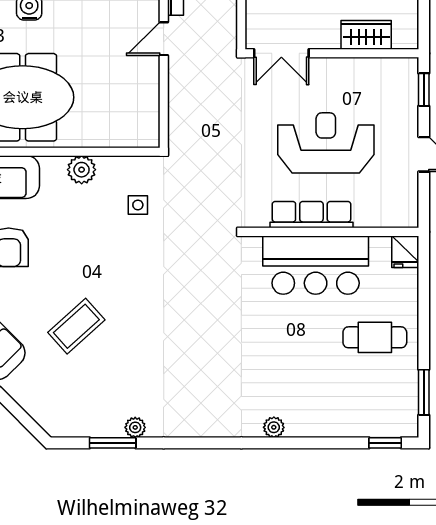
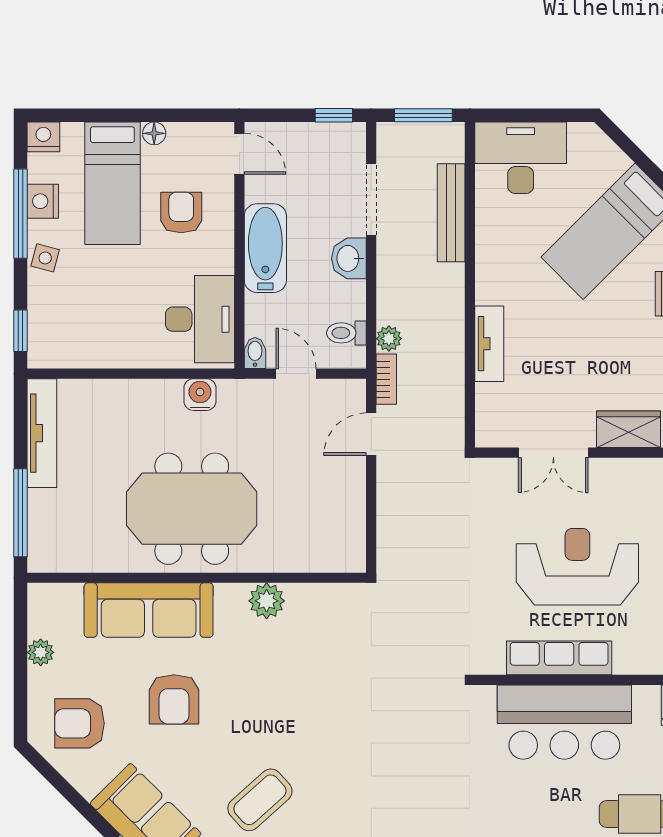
double door: (281, 53) -> (553, 453), moved
side table: (138, 205) -> (338, 646), removed

